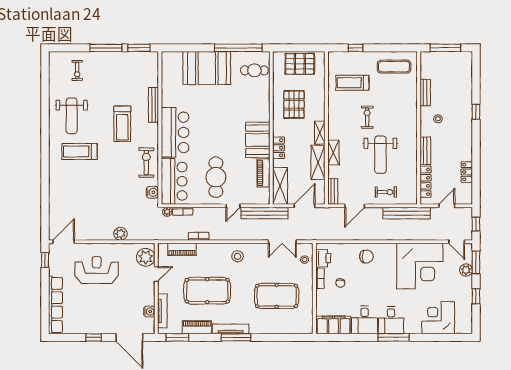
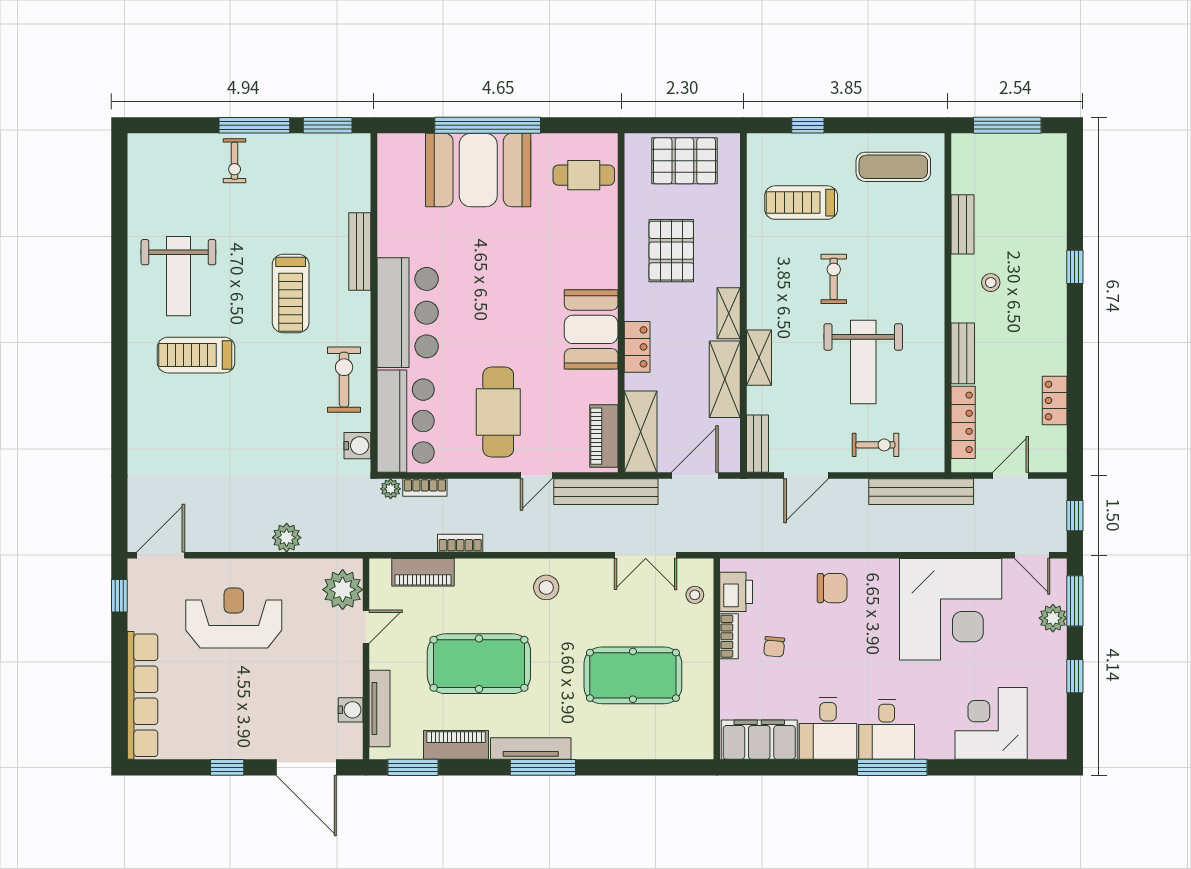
window: (238, 48) -> (488, 125), moved
exercise bike: (77, 70) -> (235, 161), moved
piano: (263, 173) -> (604, 436), moved

